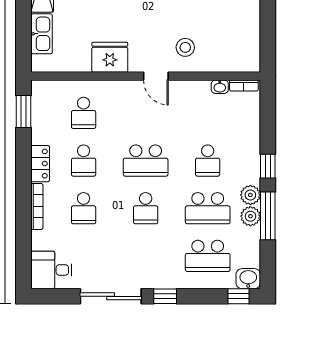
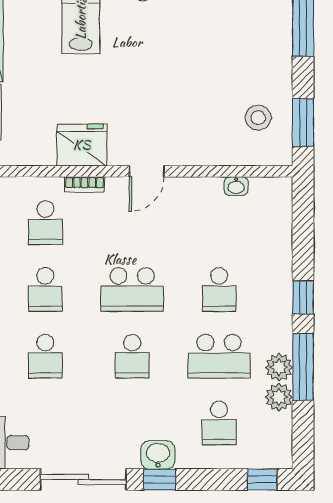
window: (268, 41) -> (303, 123), added
stool: (185, 47) -> (258, 118), moved
door: (156, 76) -> (147, 171), hinge flipped
bookcase: (244, 86) -> (85, 185), moved
plant: (250, 195) -> (279, 397), moved
school desk: (208, 256) -> (219, 423), width x0.54
washbasin: (248, 279) -> (158, 455), moved

